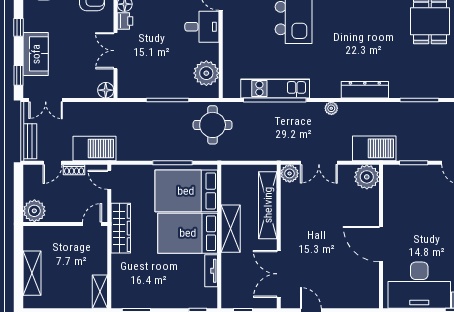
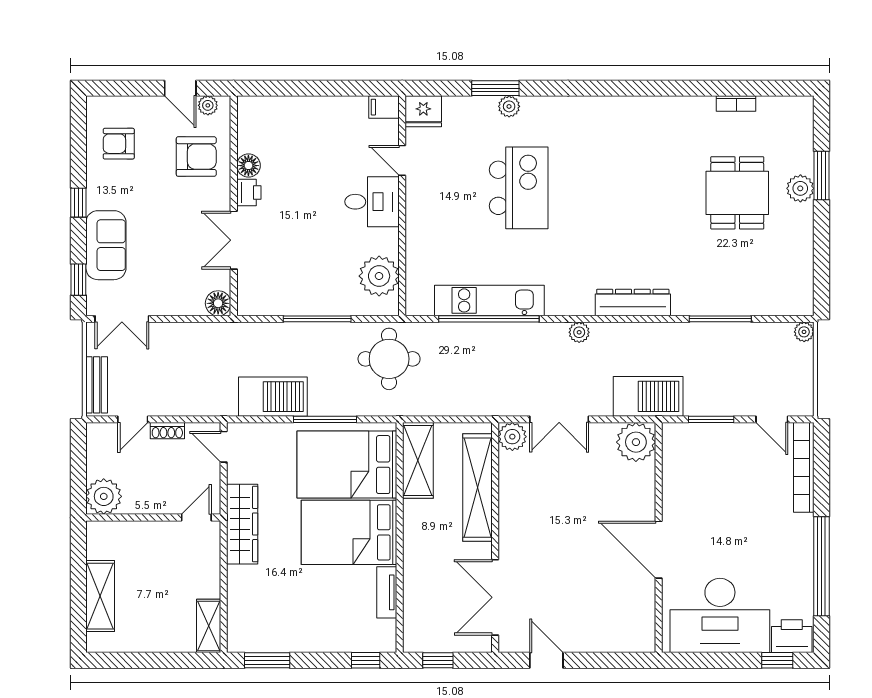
barbecue: (94, 149) -> (273, 397), moved
shelving: (231, 229) -> (418, 460), moved

